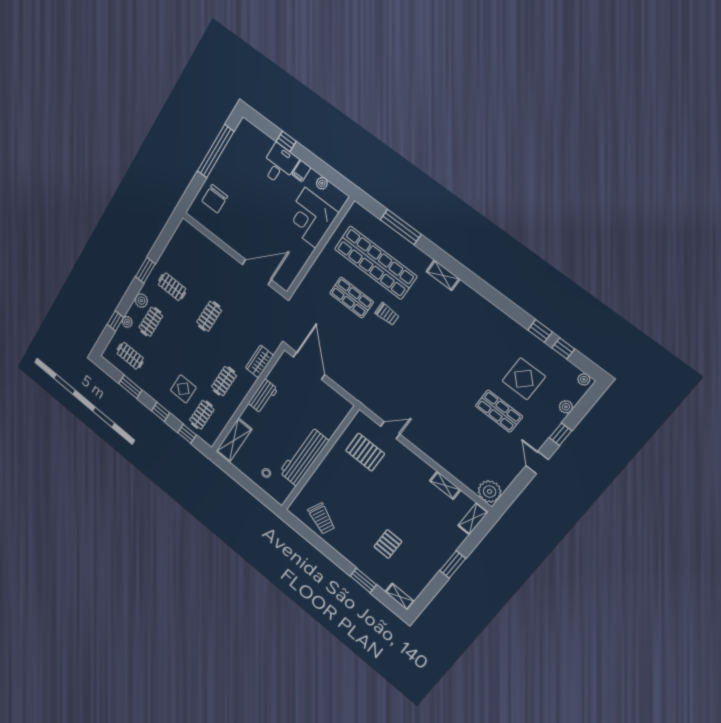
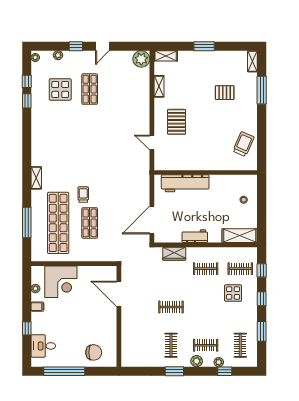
desk: (279, 164) -> (43, 346), moved
pallet: (365, 452) -> (177, 122), moved
workbench: (304, 457) -> (185, 183), moved
window: (363, 580) -> (262, 90), width x1.44

